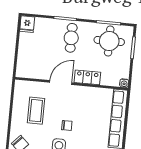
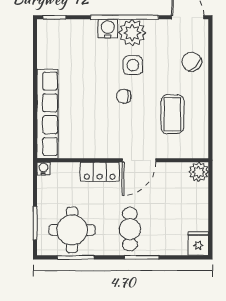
plant: (22, 71) -> (199, 172), added

